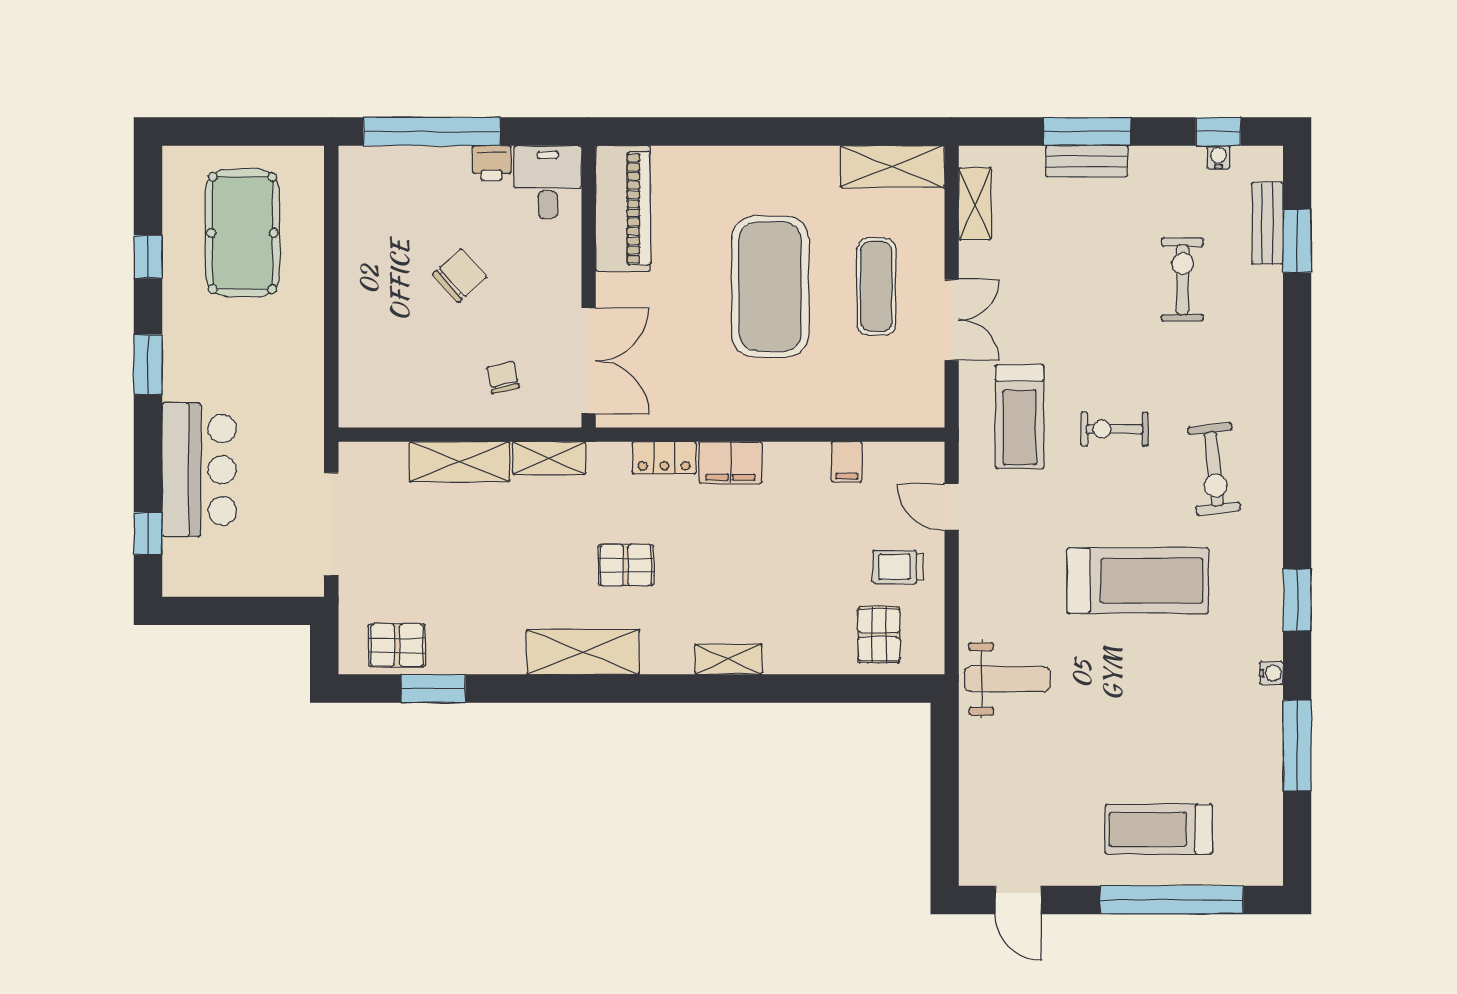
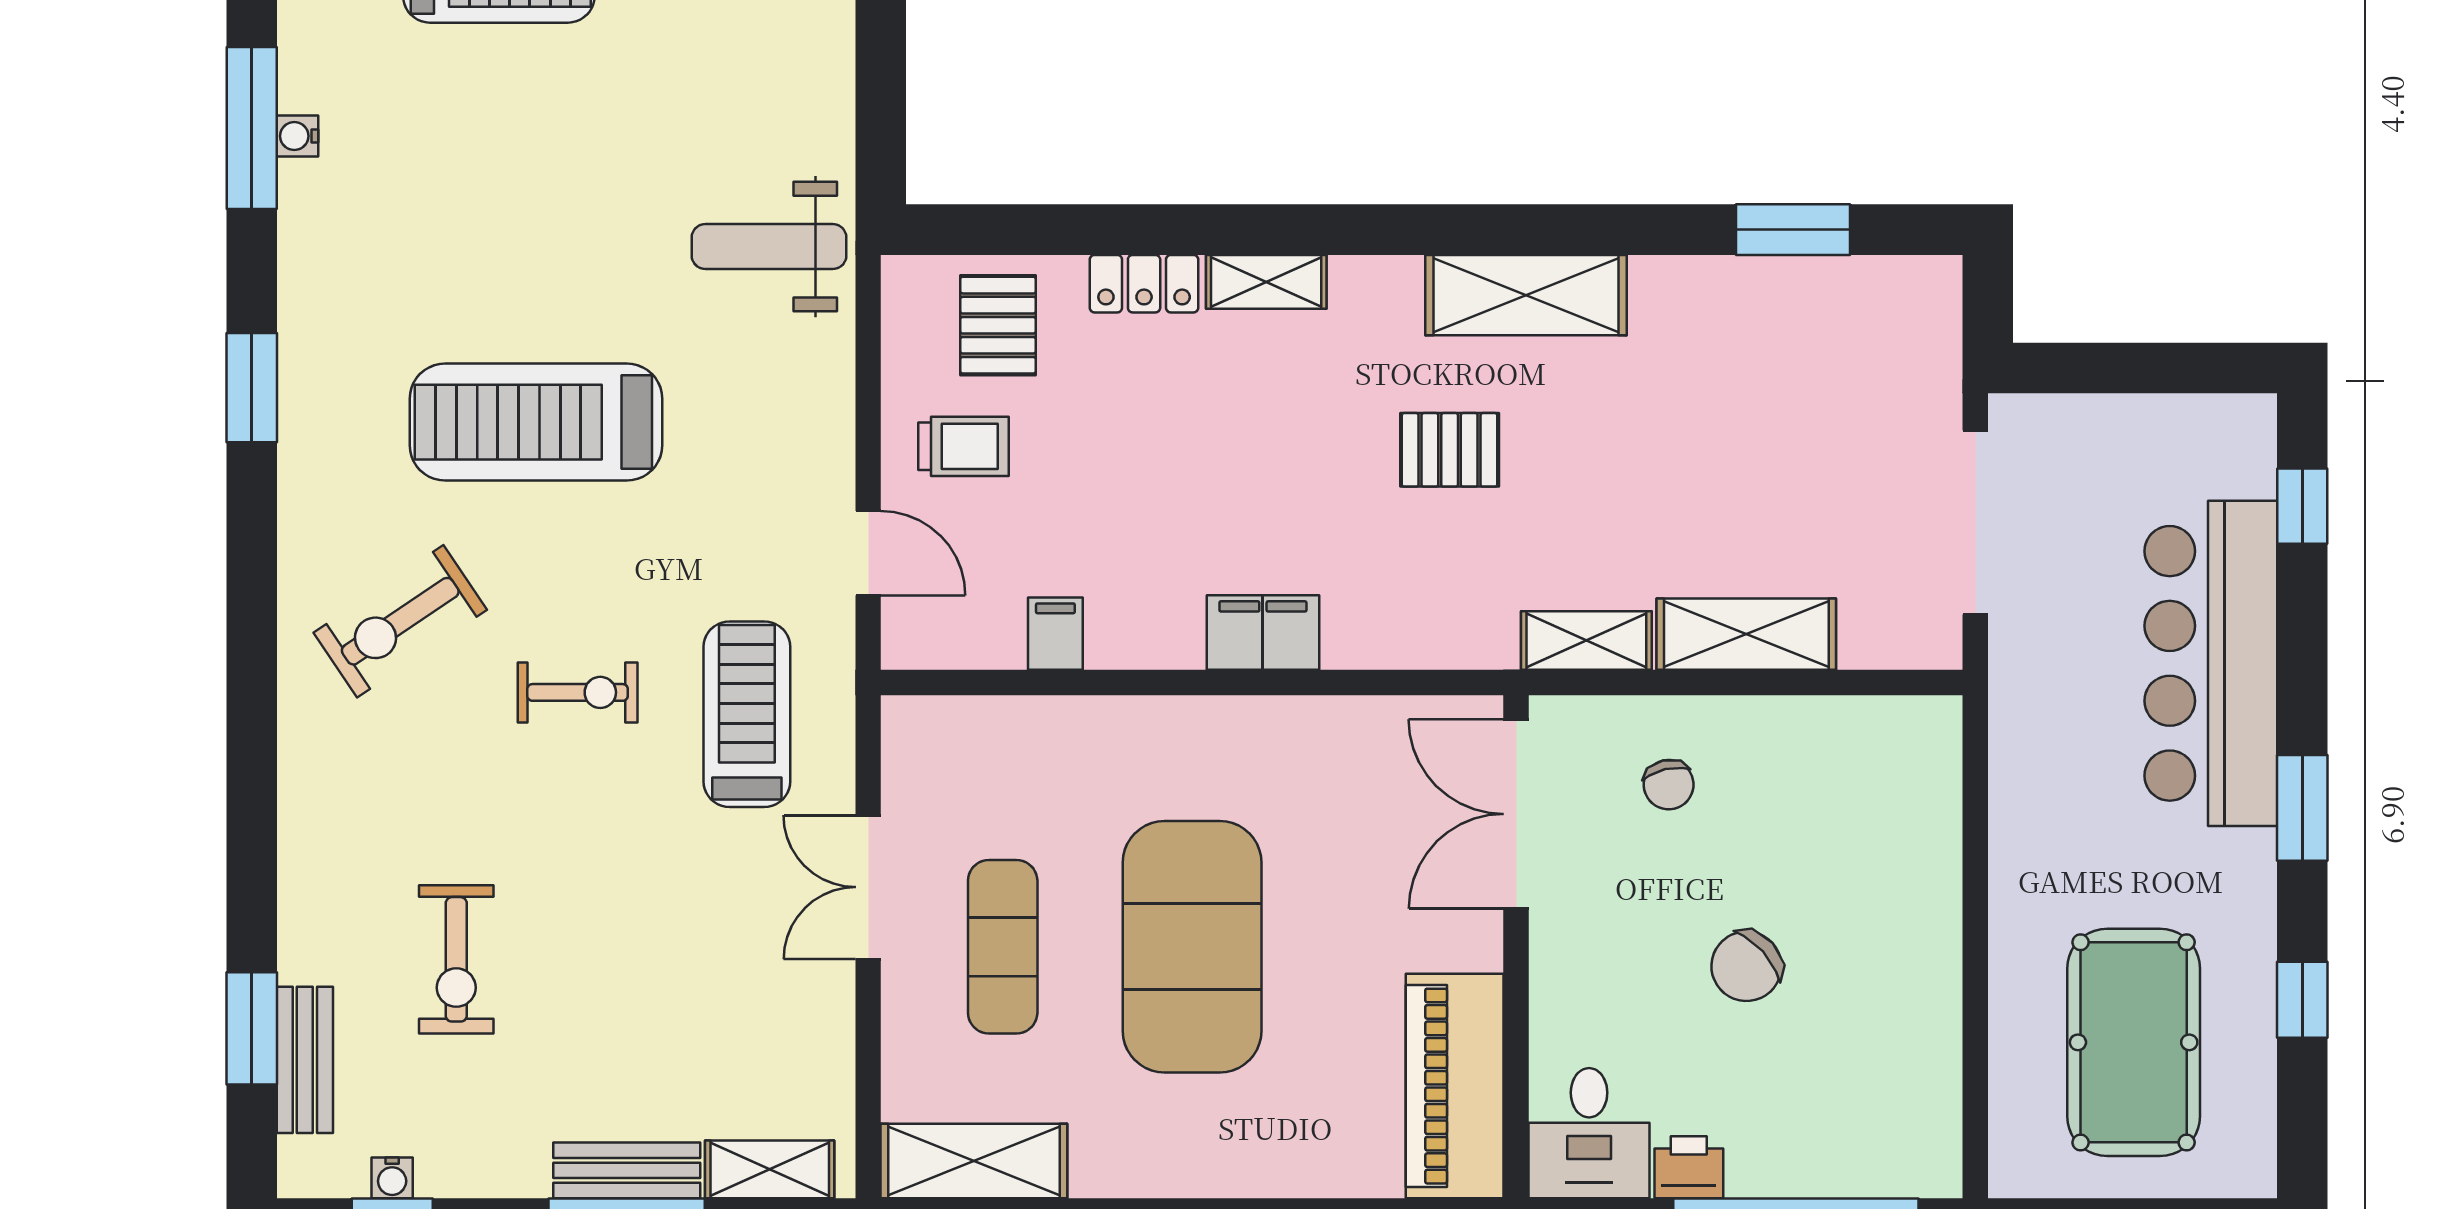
shelving: (975, 204) -> (770, 1169), moved, turned 90
locker: (664, 458) -> (1144, 284), moved, turned 180
exercise bike: (1214, 469) -> (400, 621), turned -118
bar counter: (199, 470) -> (2211, 663), width x1.36
pallet: (397, 645) -> (1858, 307), removed
water cooler: (1271, 673) -> (298, 136), moved

